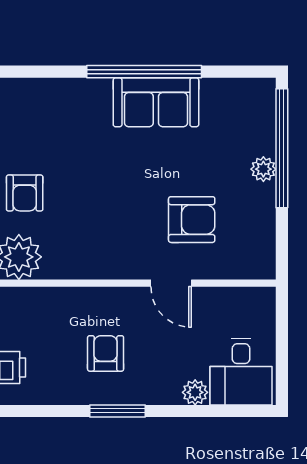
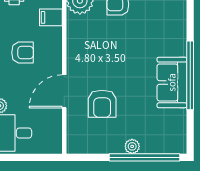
door: (171, 283) -> (64, 91), width x1.38
filing cabinet: (47, 306) -> (51, 17), added

